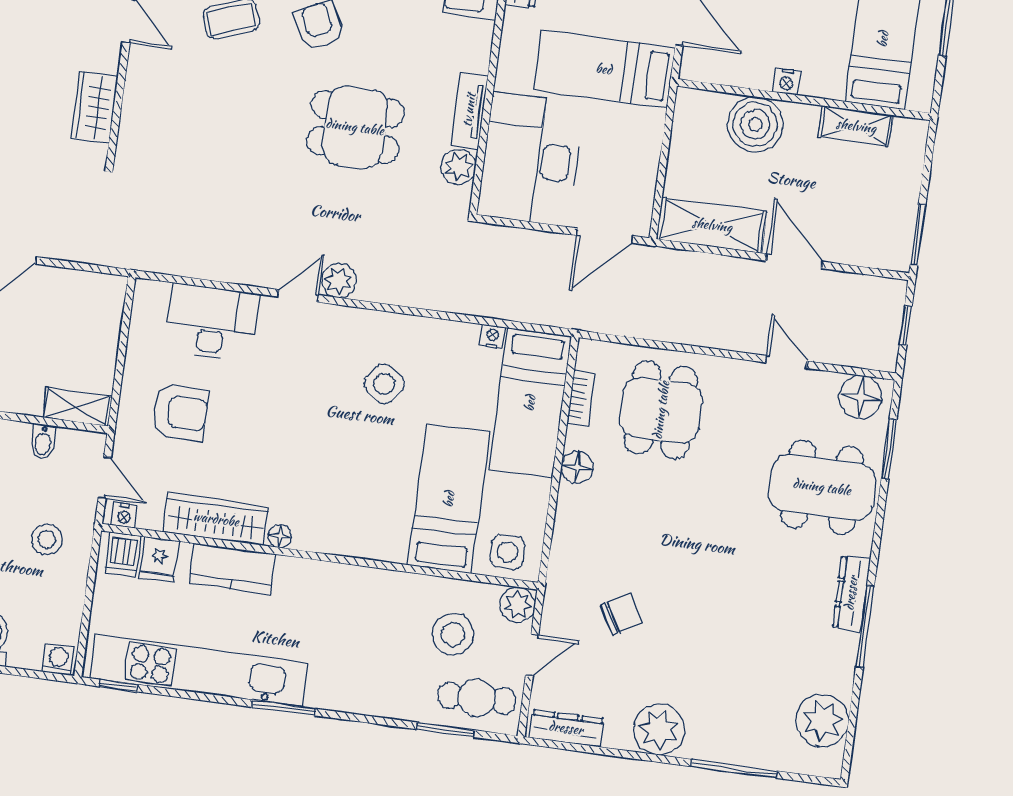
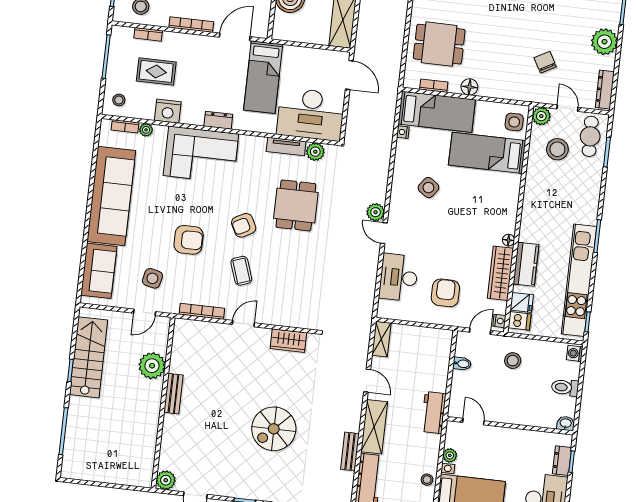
shelving: (77, 407) -> (381, 339), moved

